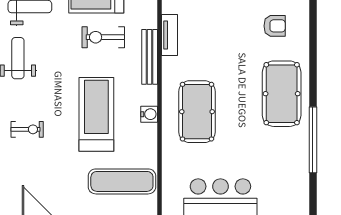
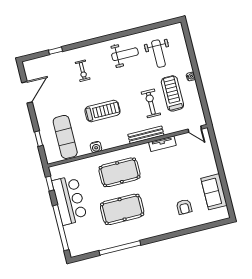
pool table: (282, 94) -> (122, 209), moved
treadmill: (96, 114) -> (102, 111), width x0.73, depth x0.73
water cooler: (149, 114) -> (96, 147), moved

